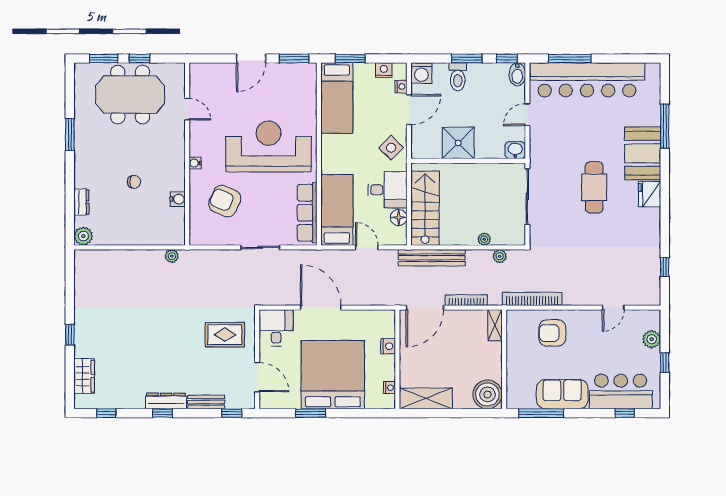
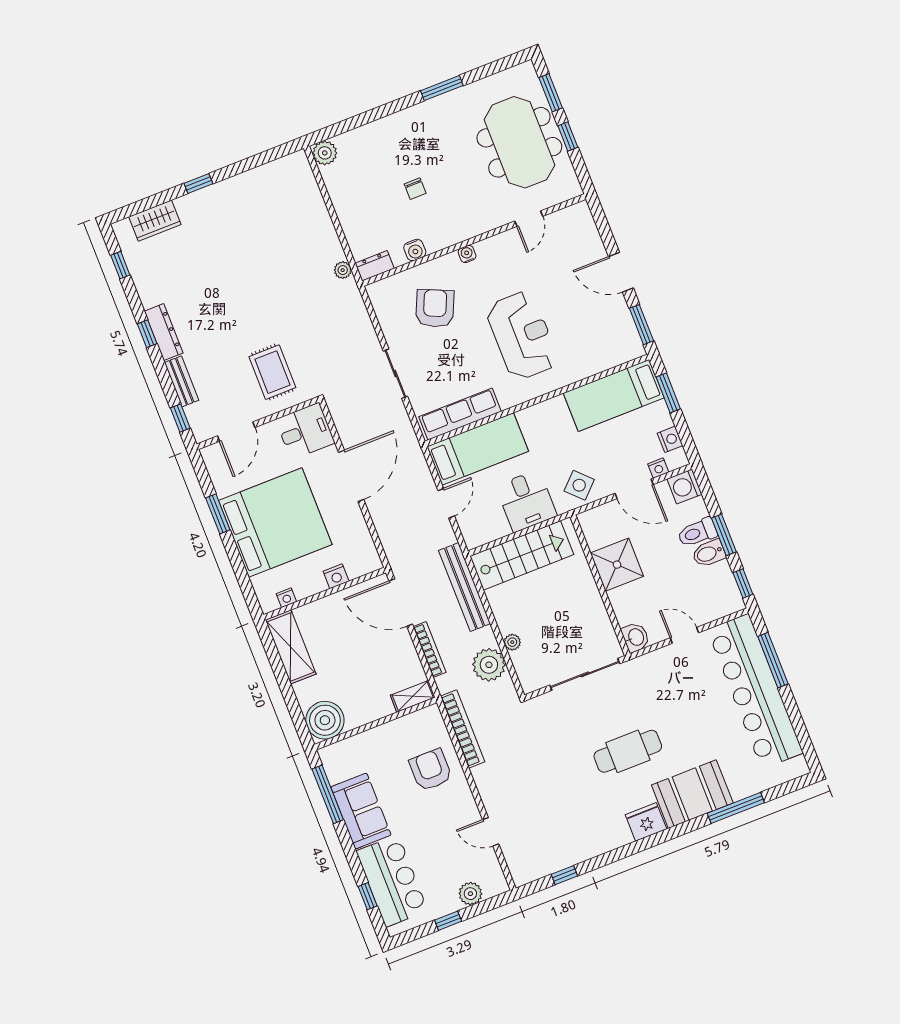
bidet: (517, 74) -> (709, 553), moved
reception desk: (268, 147) -> (522, 335), width x0.74, depth x0.77
dresser: (81, 202) -> (375, 266), moved, turned 180
floor lamp: (399, 217) -> (498, 528), removed
plant: (500, 256) -> (489, 665), width x1.88, depth x1.88

